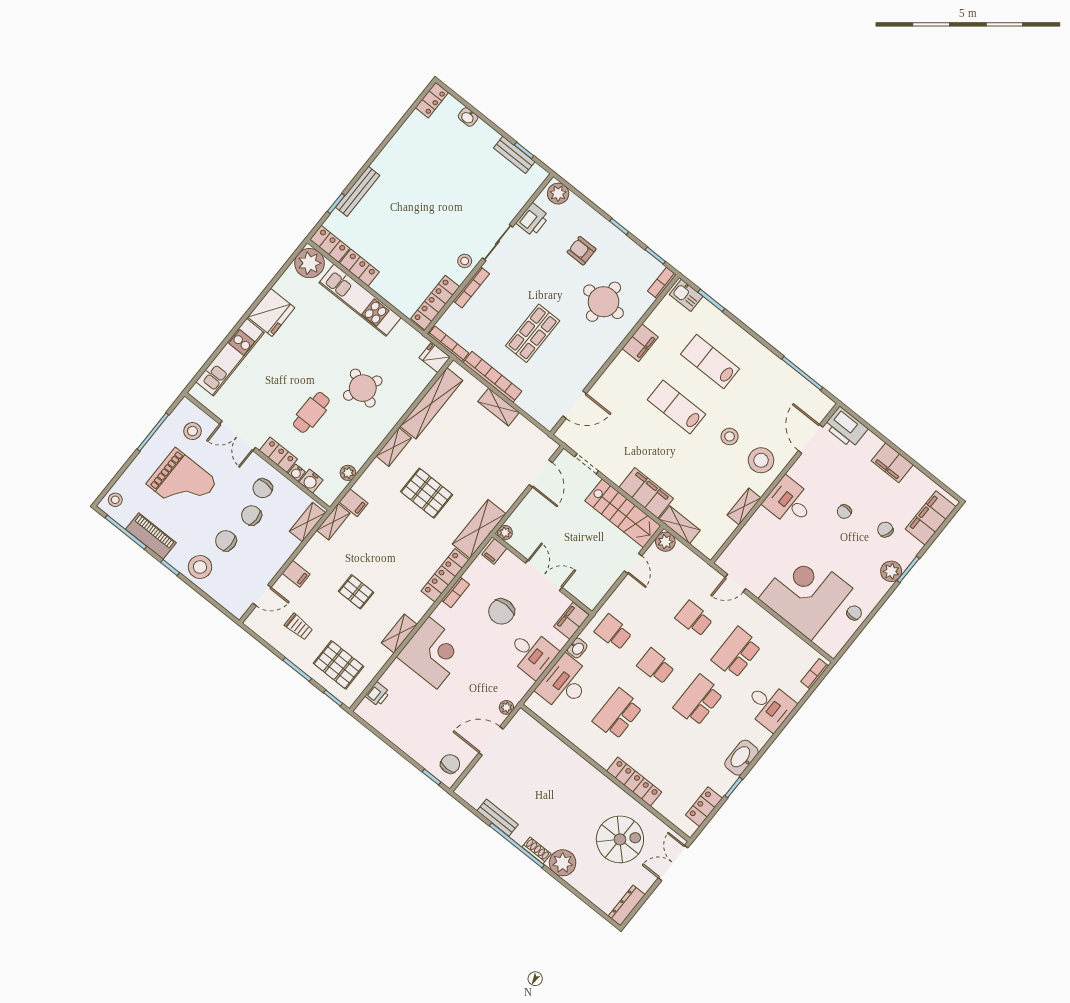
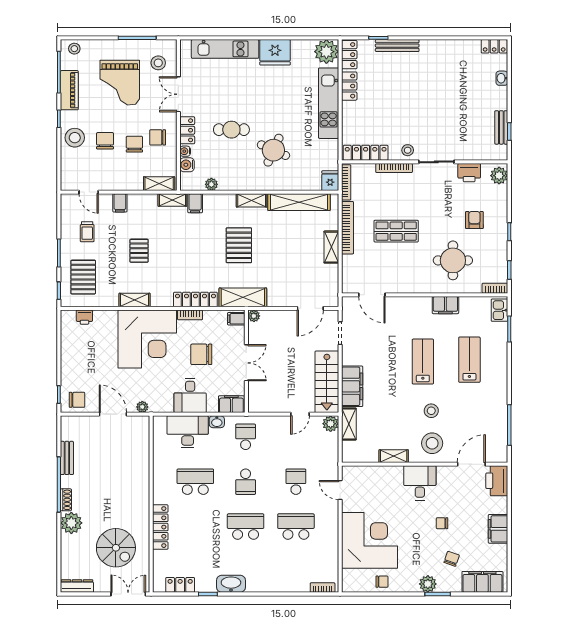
corner desk: (433, 653) -> (147, 339), width x1.36, depth x1.36
school desk: (656, 666) -> (246, 482), turned 180
desk: (770, 706) -> (279, 575), removed

